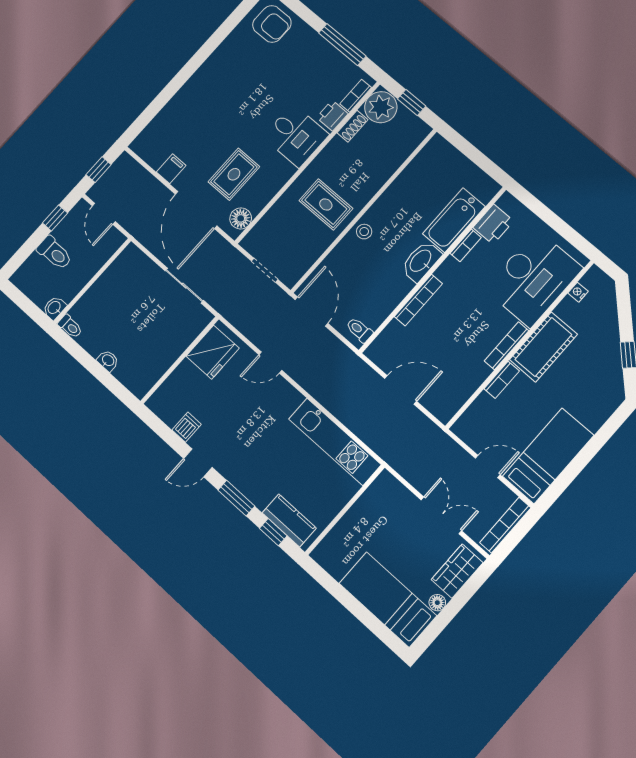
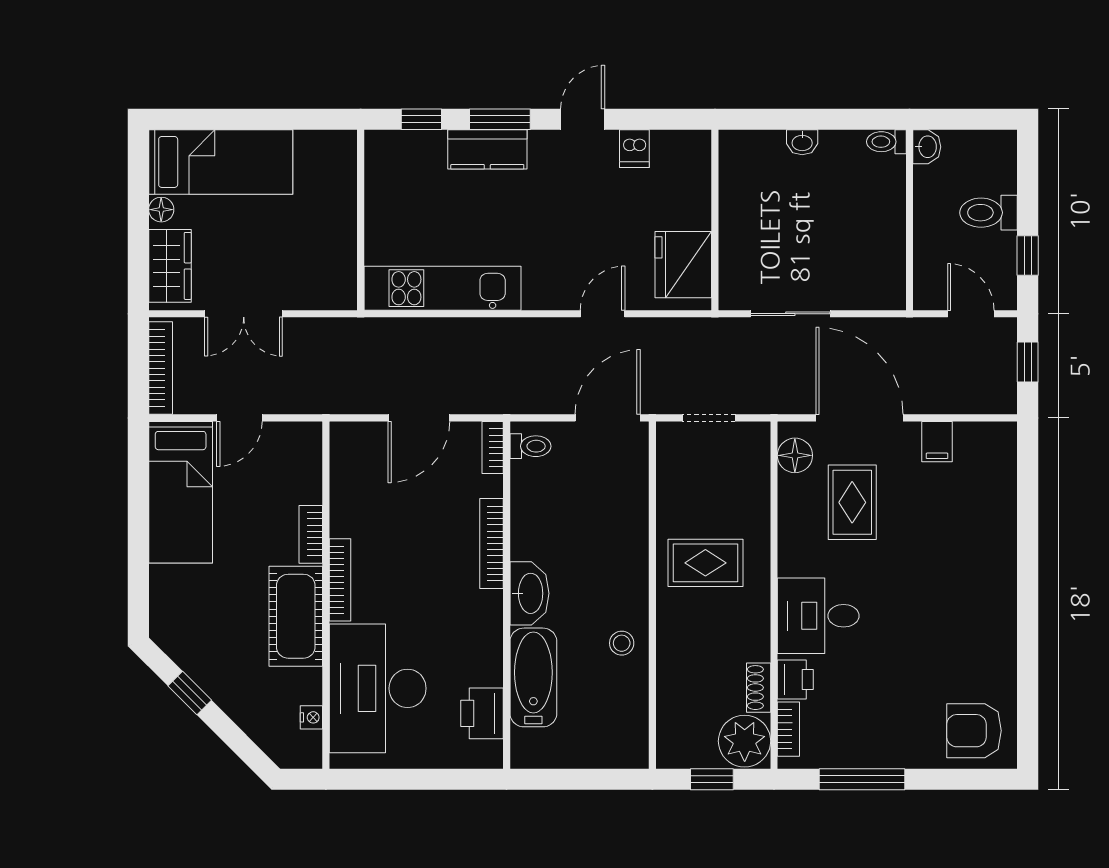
stool: (364, 232) -> (622, 643), moved
bookcase: (466, 245) -> (493, 448), moved
door: (311, 311) -> (608, 418), swing flipped
kitchen counter: (289, 520) -> (487, 149), moved

